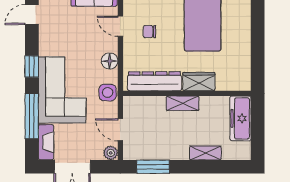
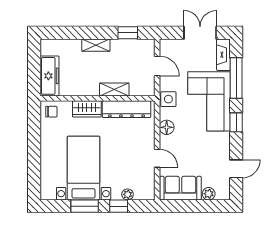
chair: (150, 32) -> (51, 112), moved
shelving: (183, 103) -> (114, 89), moved
plant: (111, 153) -> (166, 45), removed
shelving: (205, 153) -> (96, 45), moved
window: (153, 167) -> (128, 33), width x0.67

